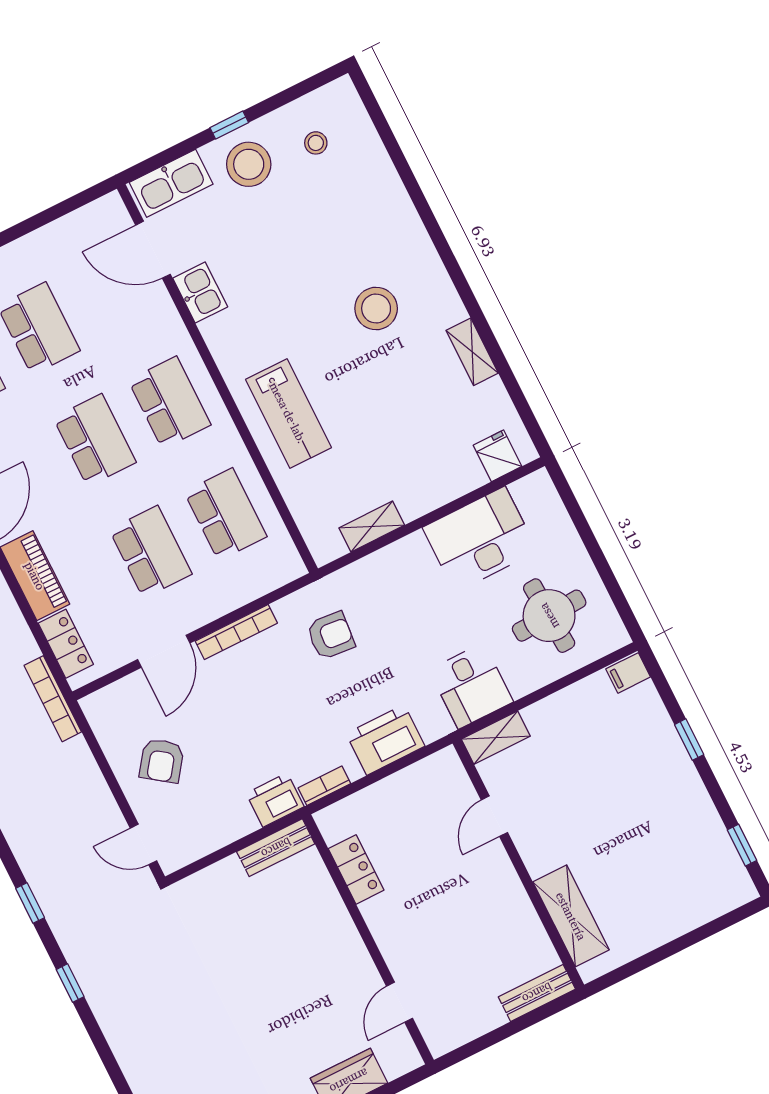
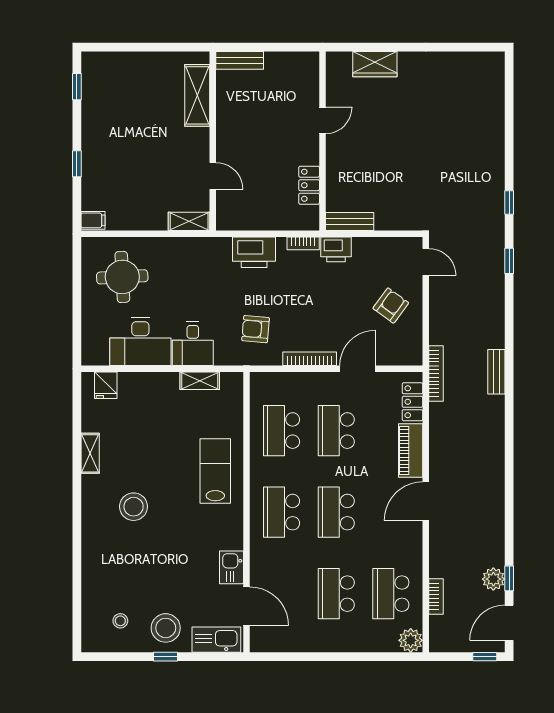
desk: (471, 686) -> (193, 344), moved, turned 180
door: (494, 816) -> (213, 176), hinge flipped
door: (400, 1002) -> (322, 120), moved

